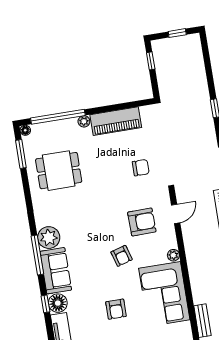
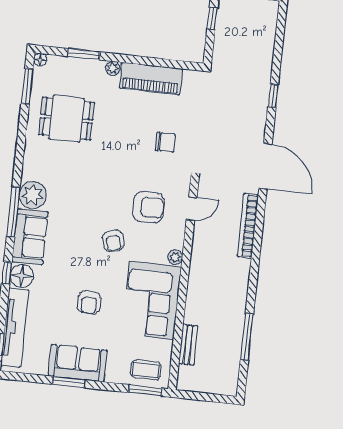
window: (58, 117) -> (83, 54), width x0.47

